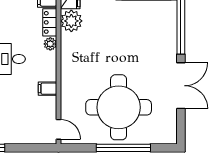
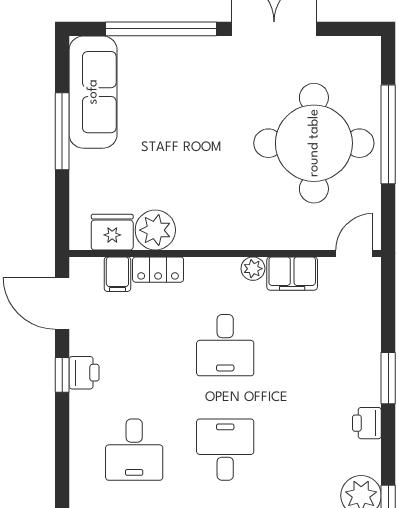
plant: (50, 44) -> (253, 269), moved
filing cabinet: (48, 89) -> (292, 274), width x2.00

